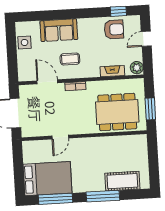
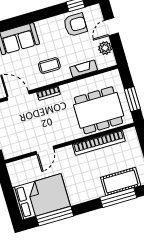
coffee table: (70, 59) -> (49, 66), moved
plant: (137, 68) -> (105, 48), moved
bookcase: (111, 141) -> (99, 143), added
window: (103, 196) -> (118, 198), moved

